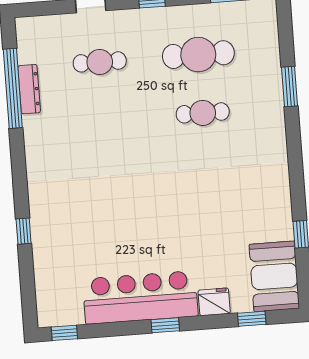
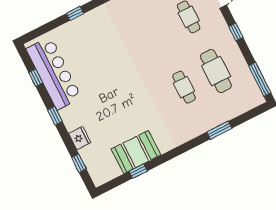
booth: (274, 276) -> (136, 152), moved
bar counter: (140, 297) -> (54, 73), moved
window: (64, 333) -> (36, 78), moved

